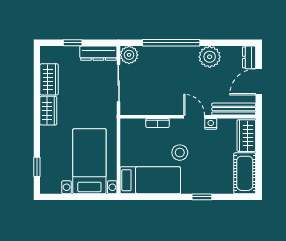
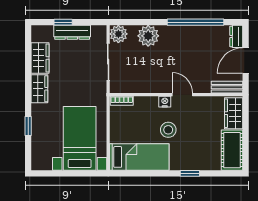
window: (171, 43) -> (195, 22), moved
dresser: (98, 53) -> (72, 32), moved
plant: (210, 57) -> (148, 36), moved
bench: (234, 109) -> (227, 87), width x0.73
bookcase: (157, 123) -> (122, 101), moved
nightstand: (211, 124) -> (165, 102), moved
window: (37, 167) -> (28, 126), moved

